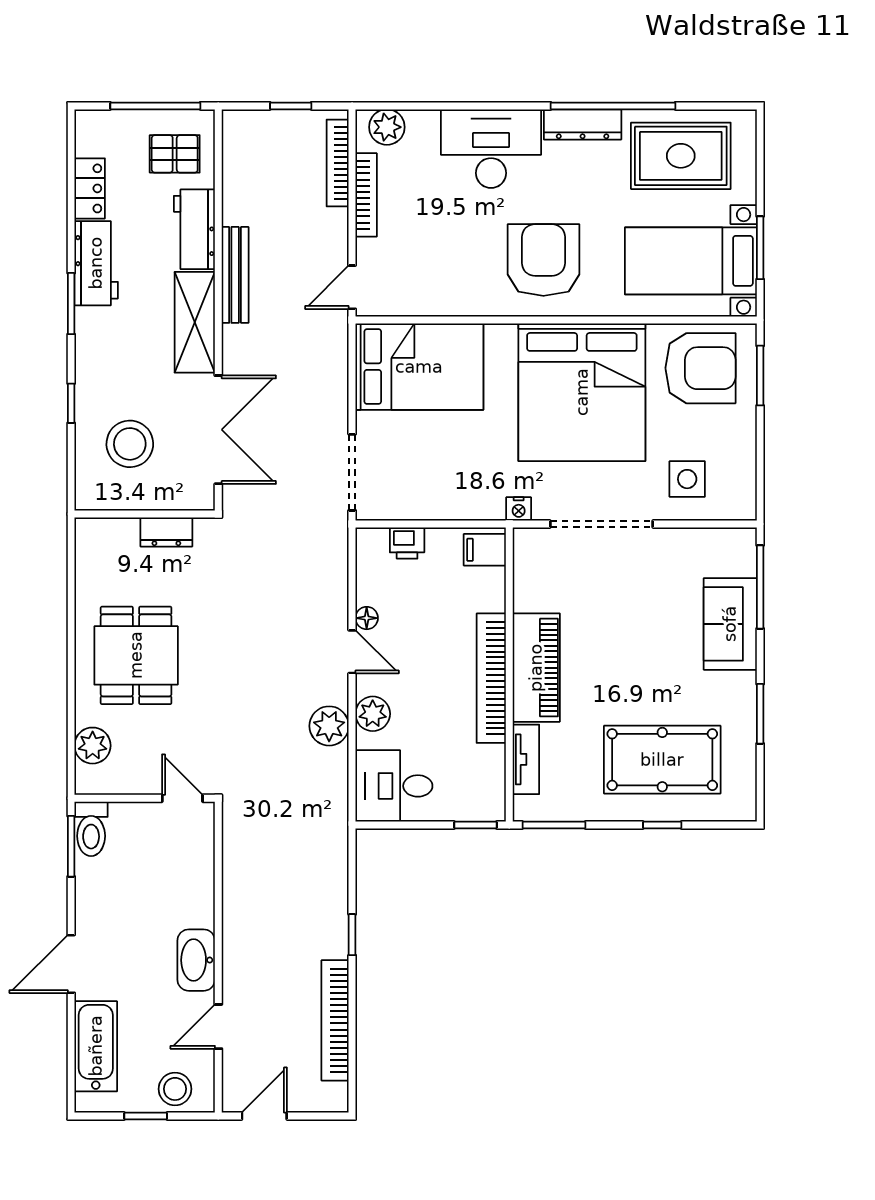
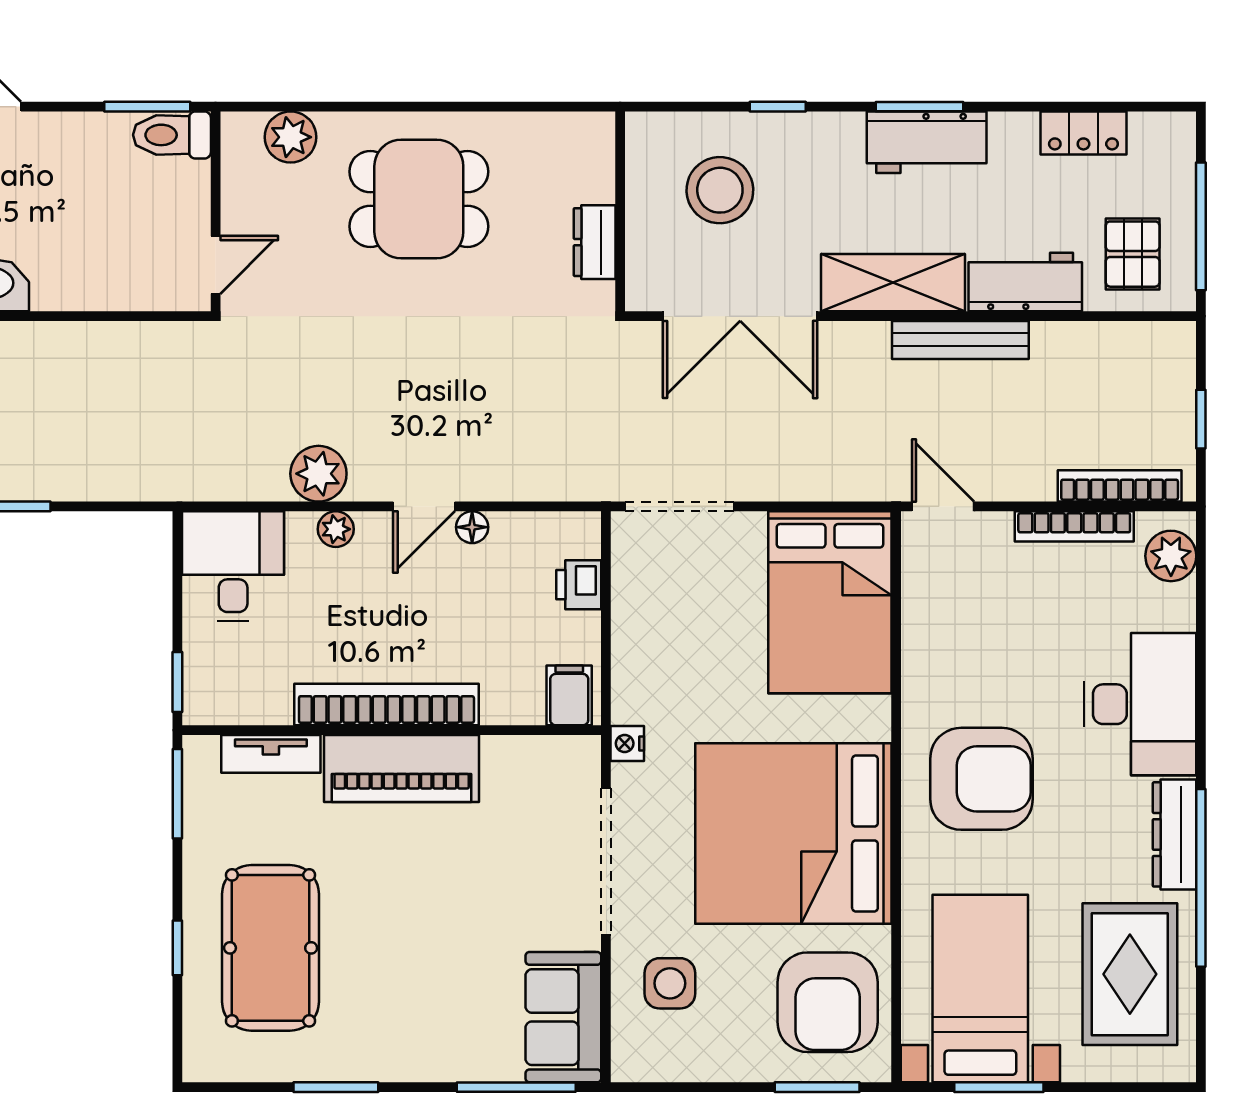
workbench: (96, 263) -> (927, 142), moved
sofa: (730, 624) -> (563, 1017), moved, turned -90
plant: (373, 714) -> (336, 529), width x0.73, depth x0.73

